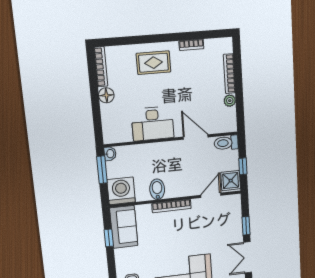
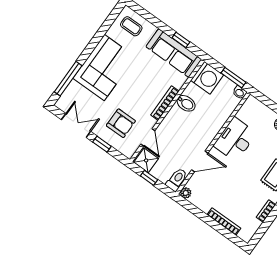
plant: (230, 101) -> (186, 193), moved
armchair: (217, 226) -> (121, 123), added
sofa: (124, 227) -> (174, 53), width x1.36

